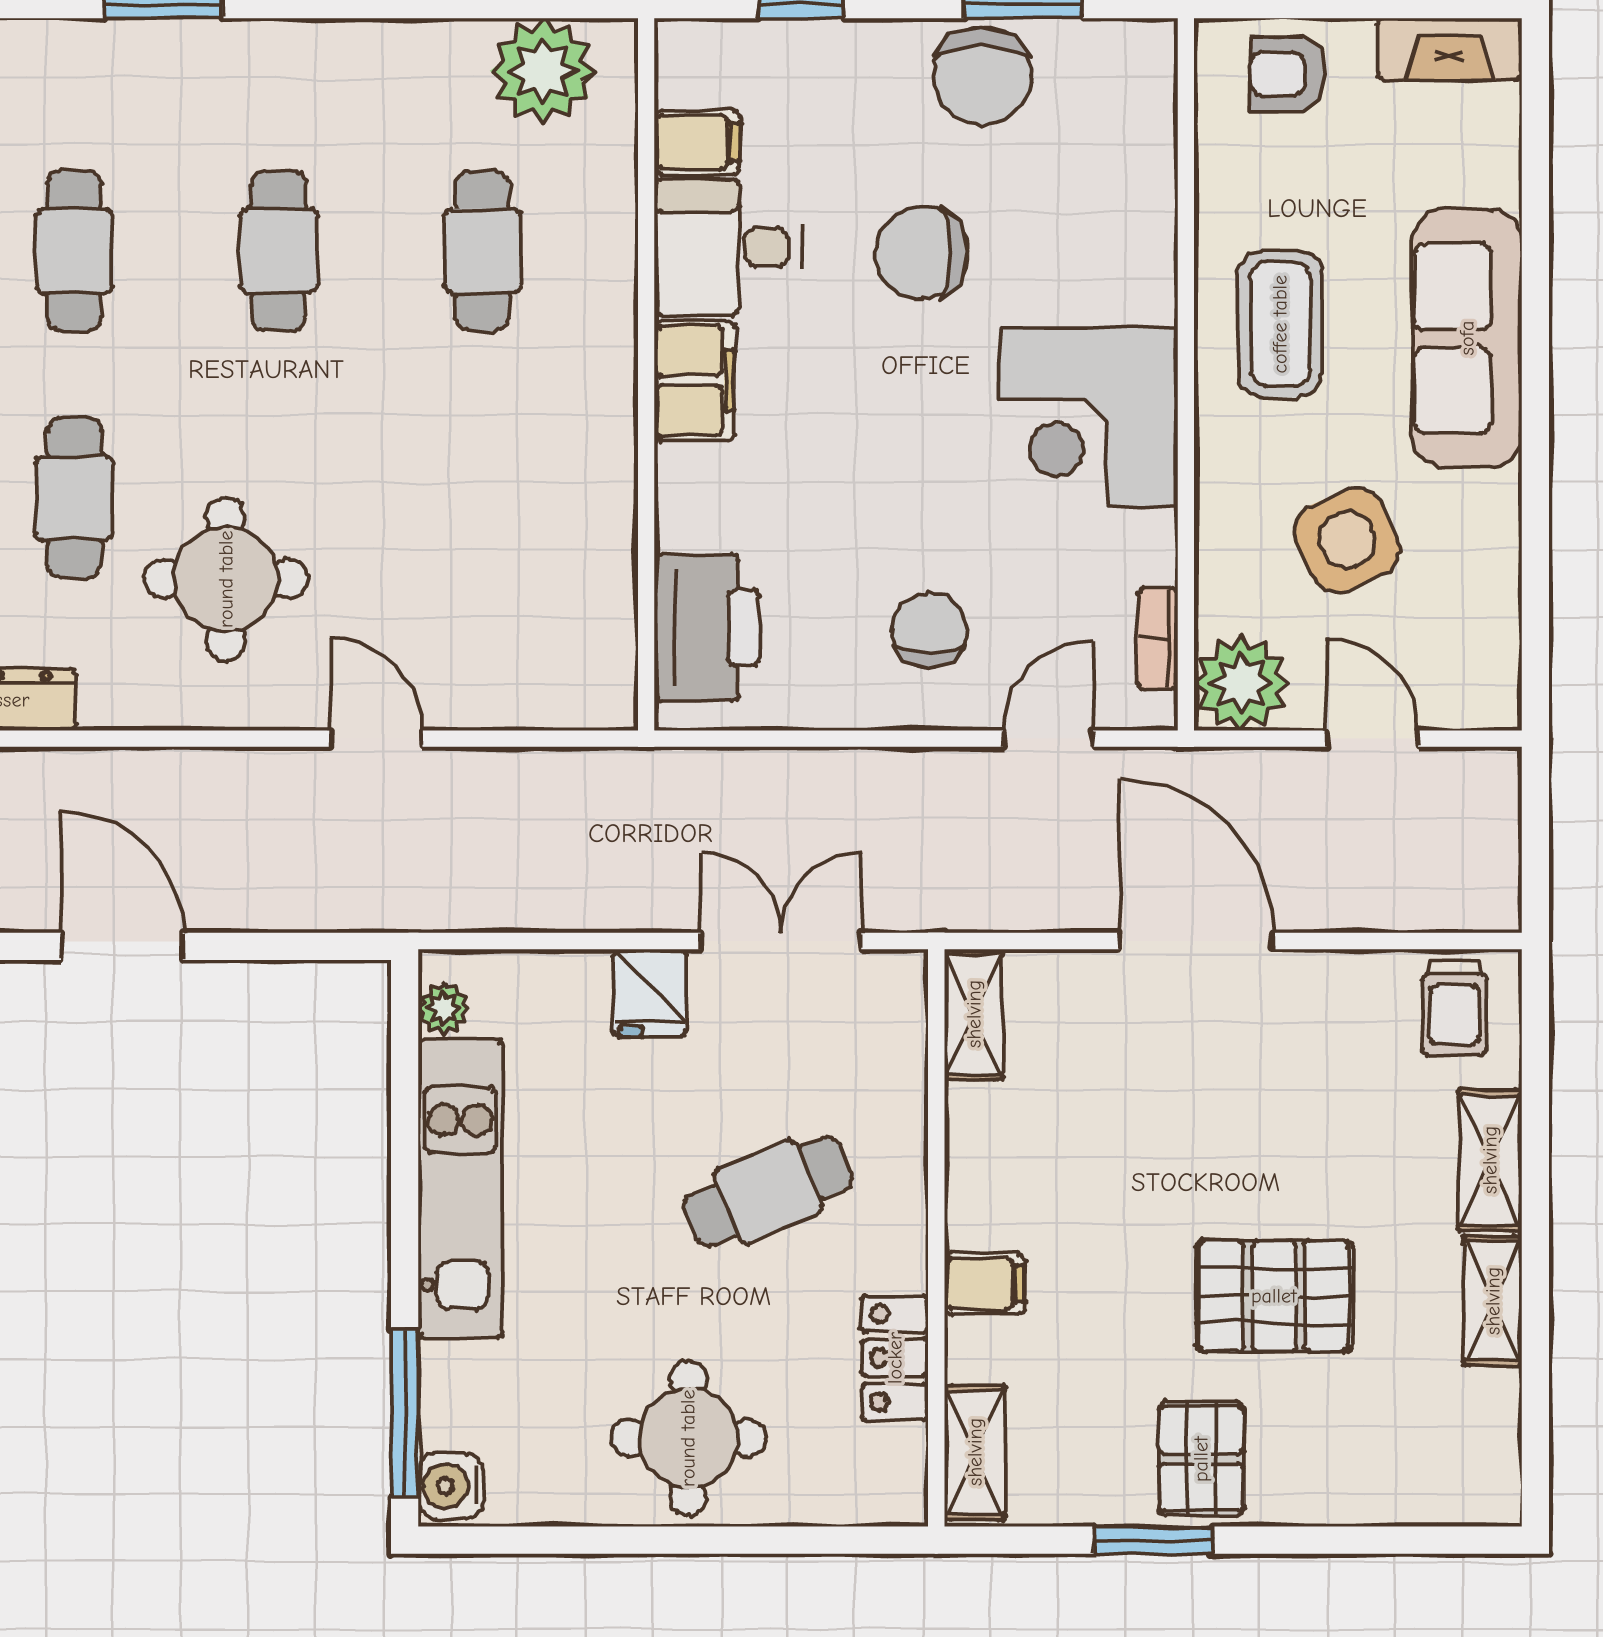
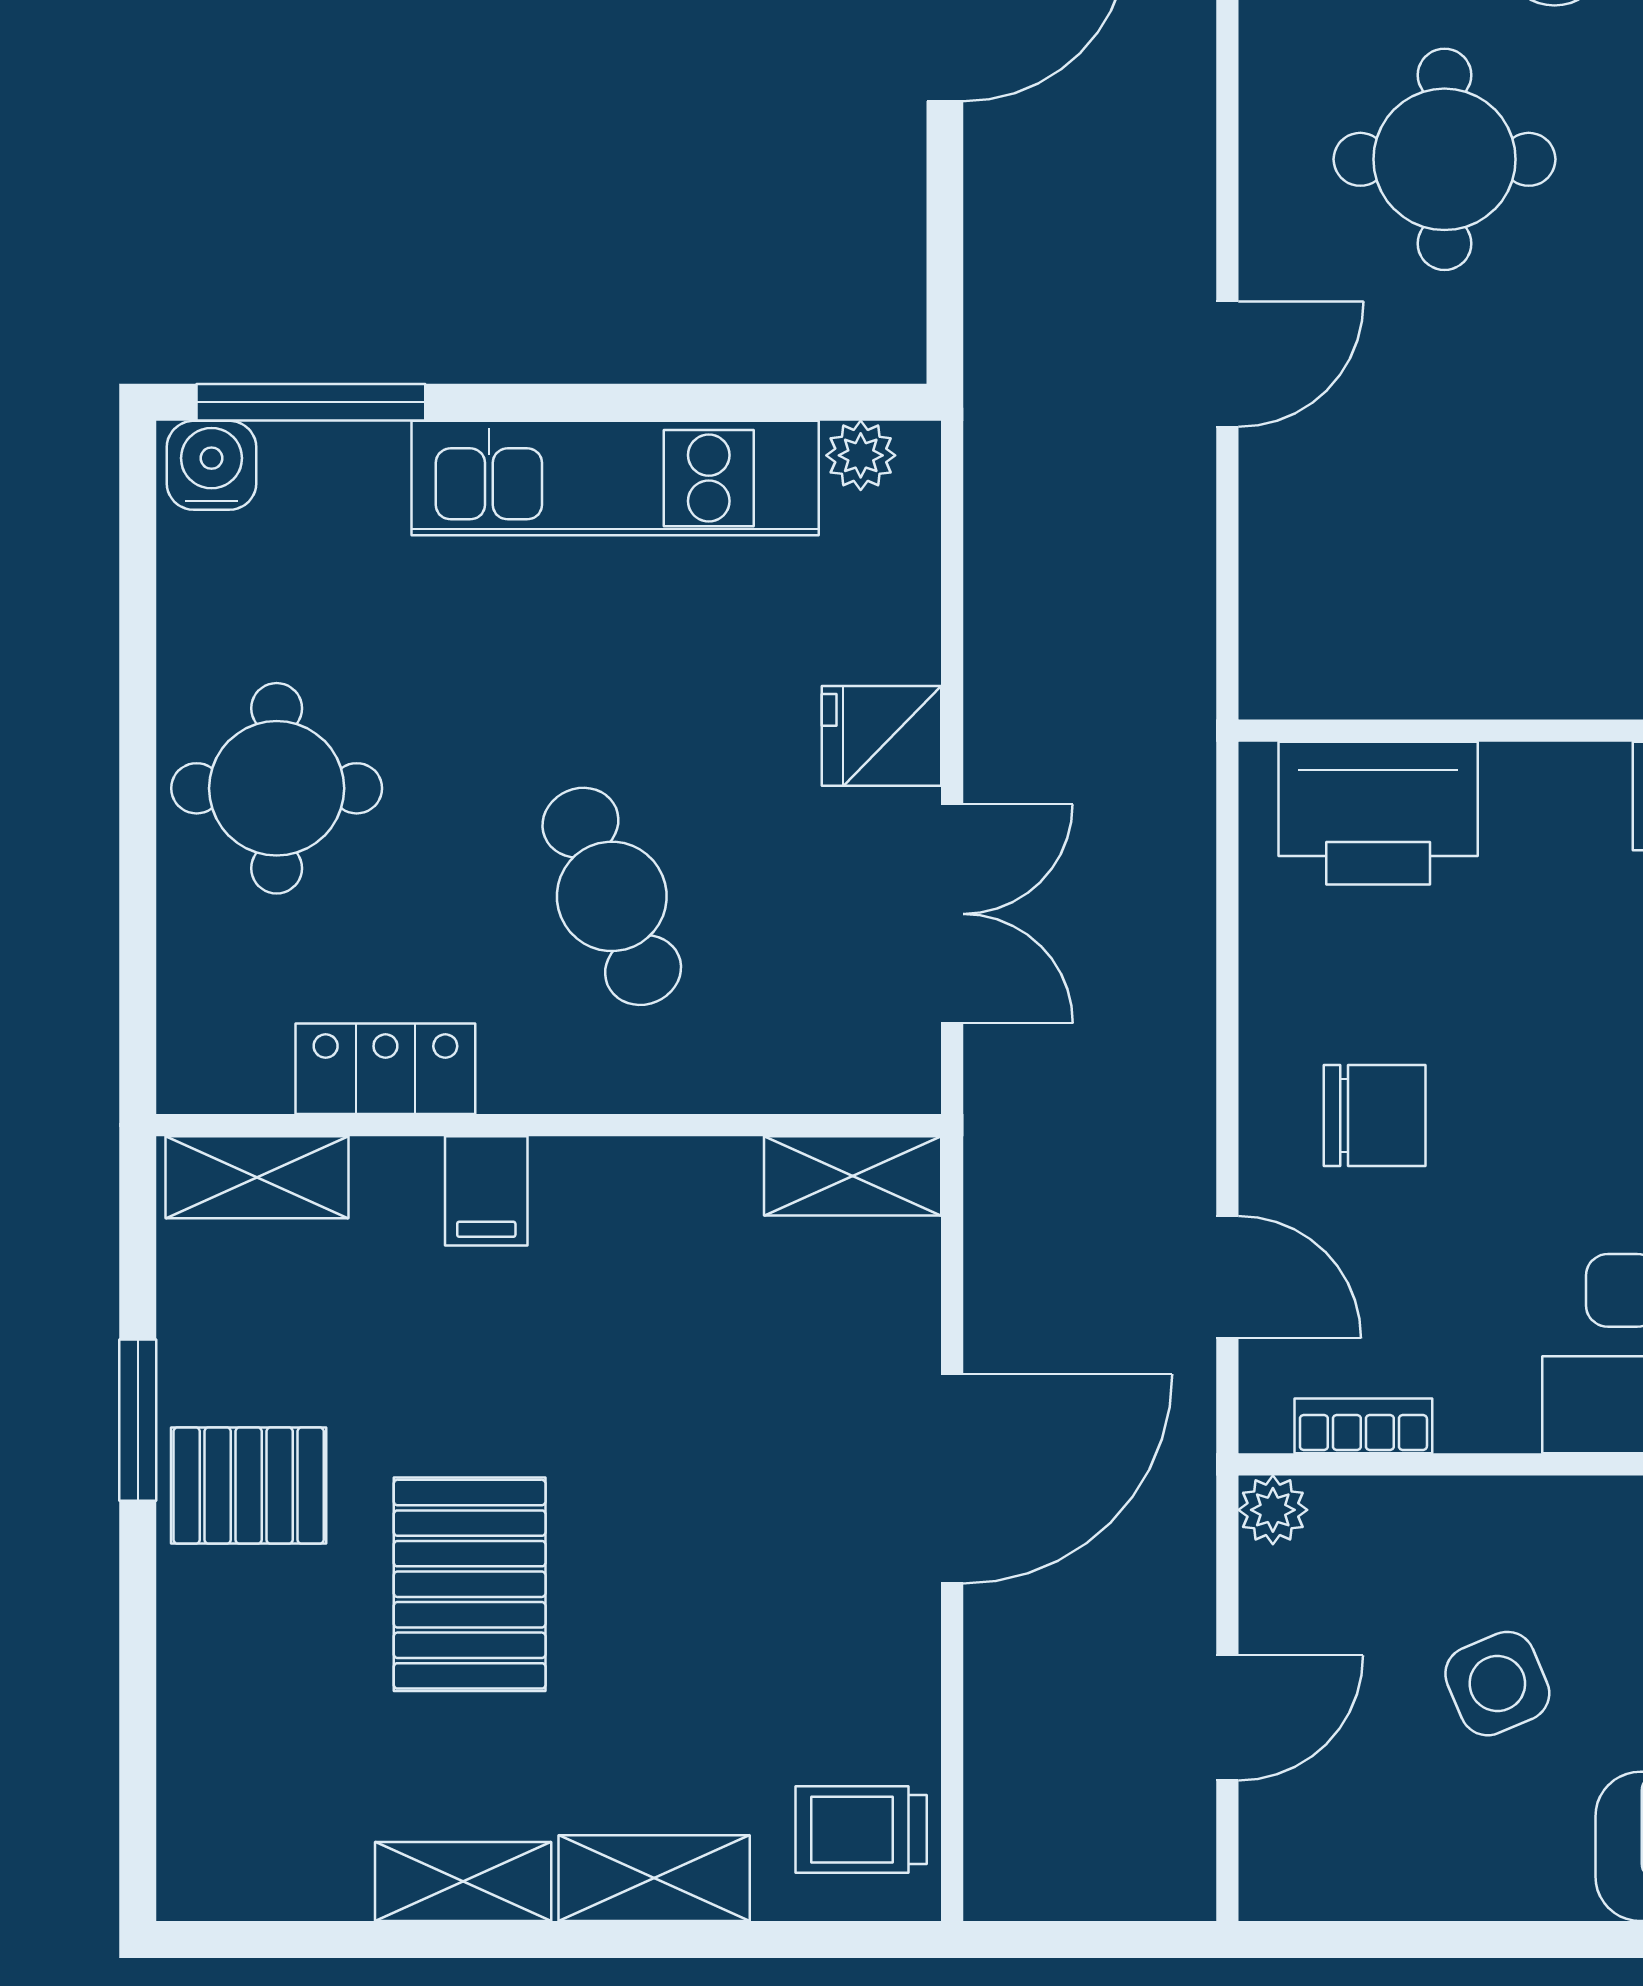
side table: (1347, 540) -> (1497, 1684), width x0.73, depth x0.73
plant: (1241, 683) -> (1273, 1510), width x0.53, depth x0.53

